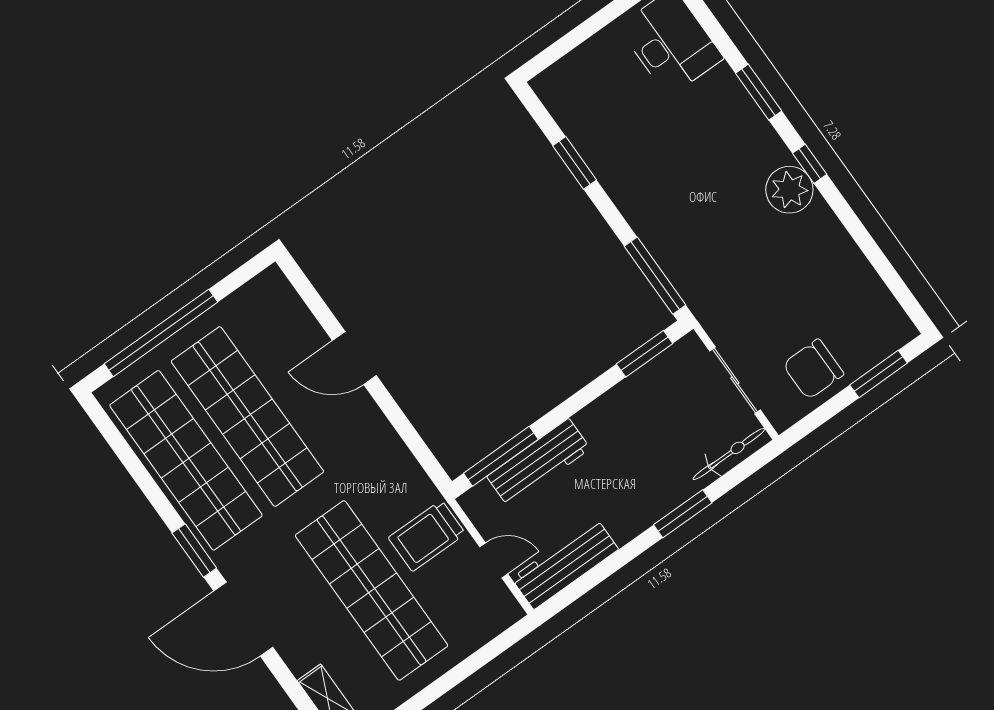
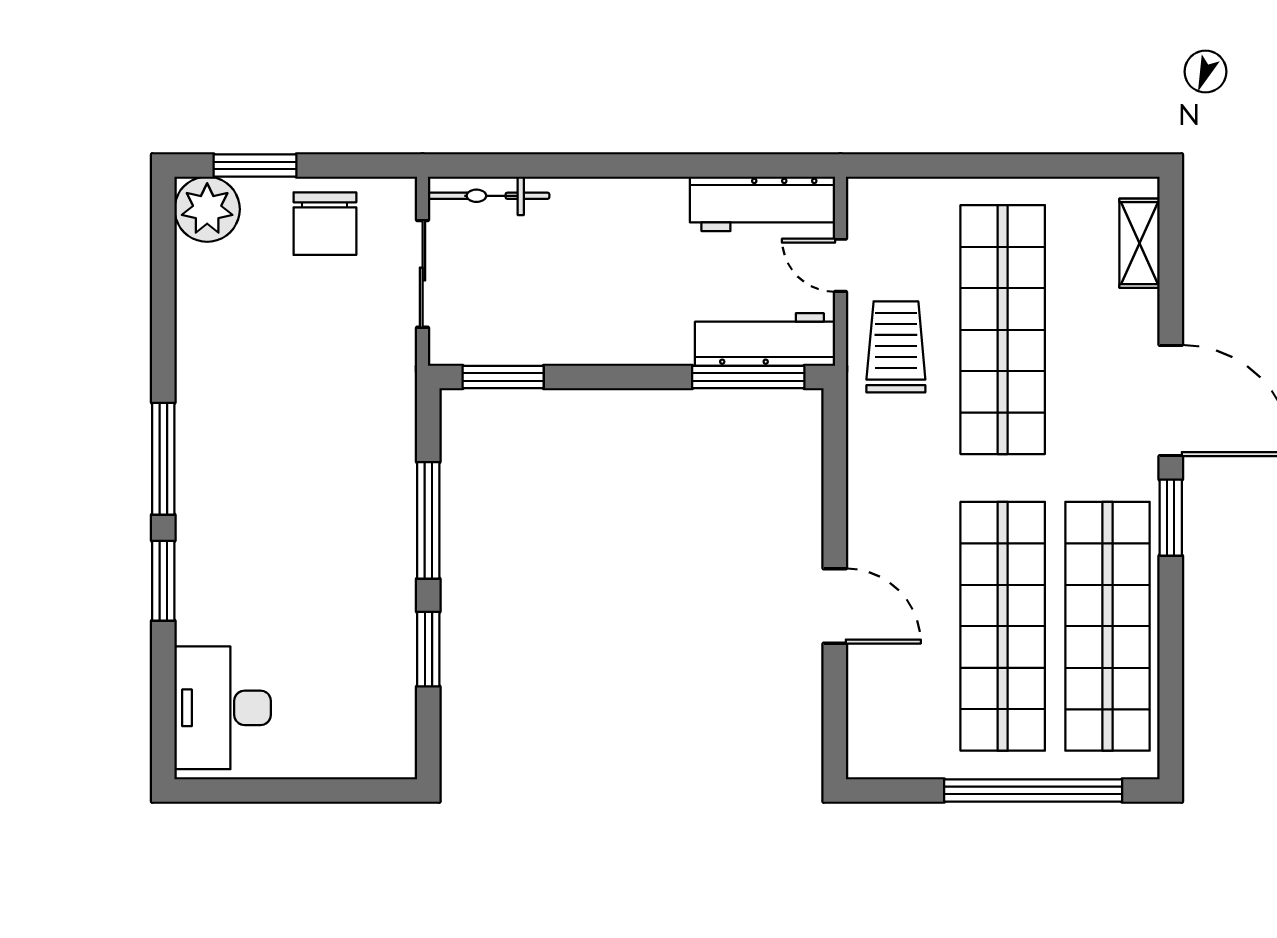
window: (810, 164) -> (163, 459), width x2.17
plant: (789, 190) -> (207, 209), moved
window: (655, 276) -> (428, 520), moved
chair: (813, 369) -> (325, 224), turned 90
workbench: (538, 463) -> (765, 340), moved
window: (683, 514) -> (589, 165), removed
trolley: (427, 536) -> (896, 347), turned -90

